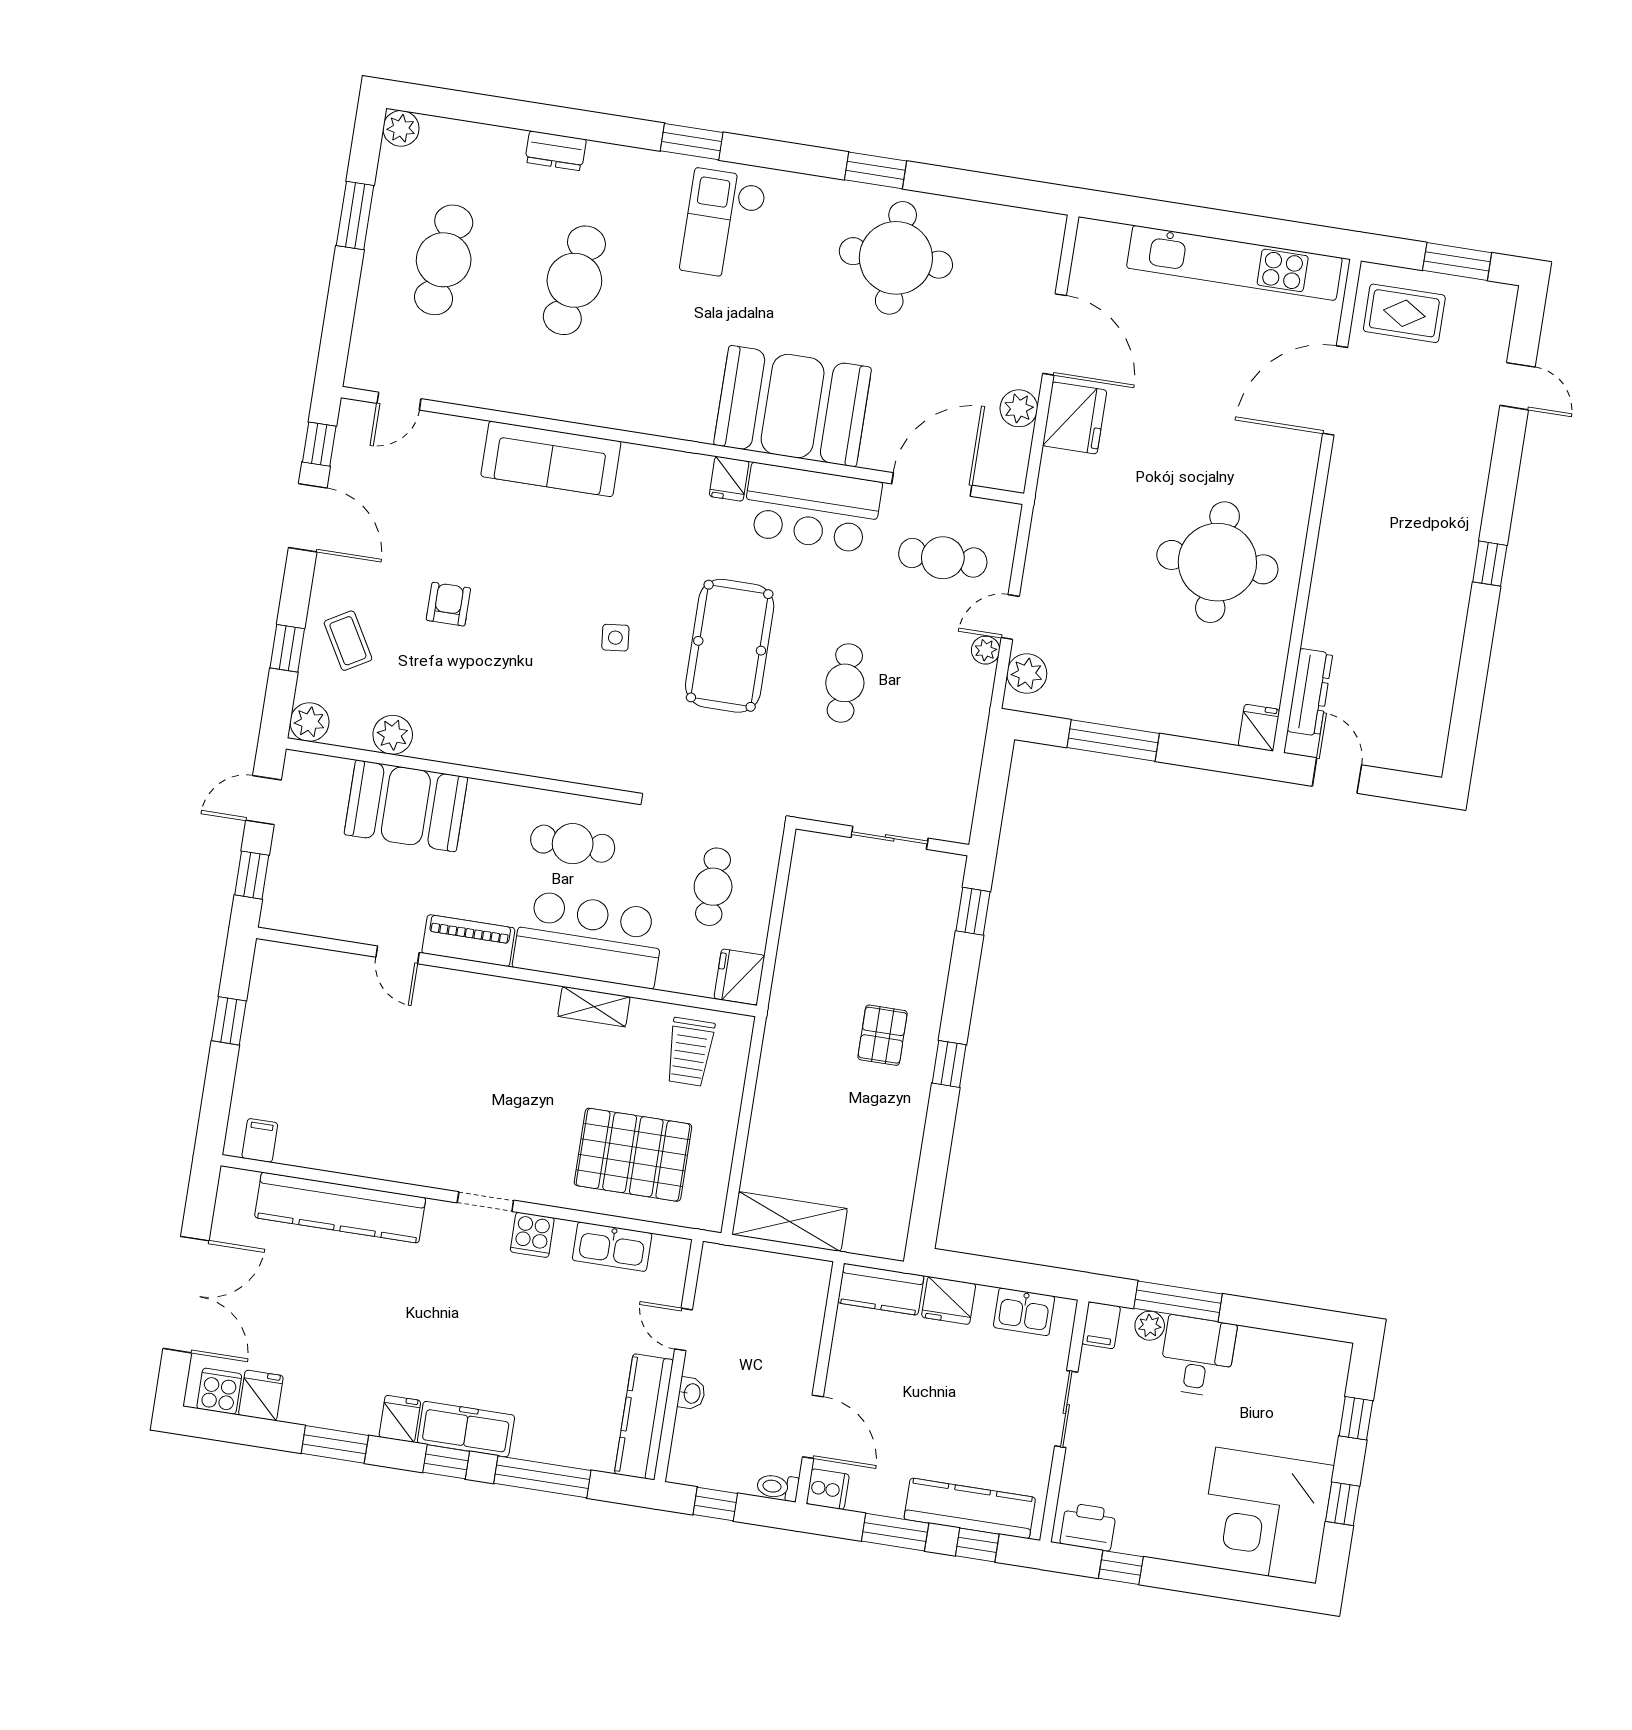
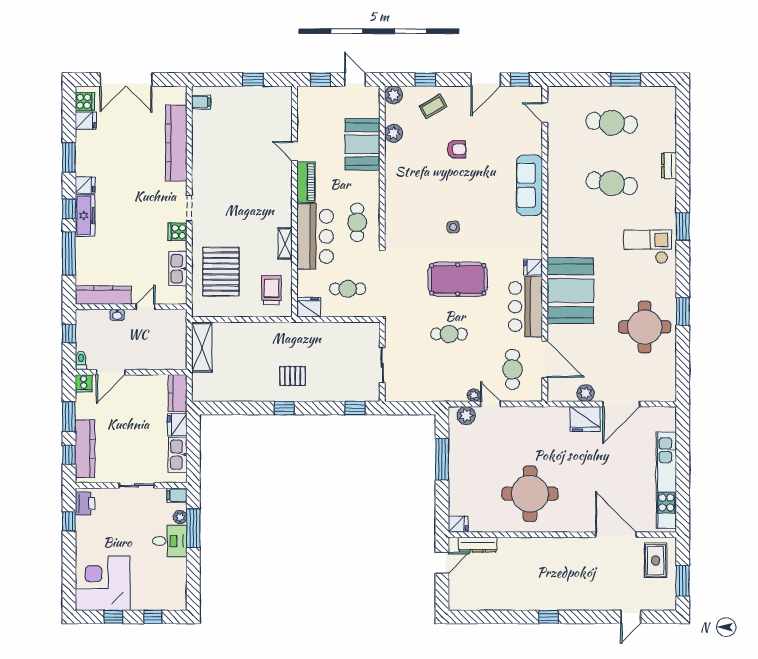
plant: (401, 128) -> (668, 94), removed
door: (397, 955) -> (295, 151), hinge flipped
trolley: (690, 1052) -> (271, 290), turned 90
kitchen sink: (1024, 1312) -> (178, 455), width x1.38

